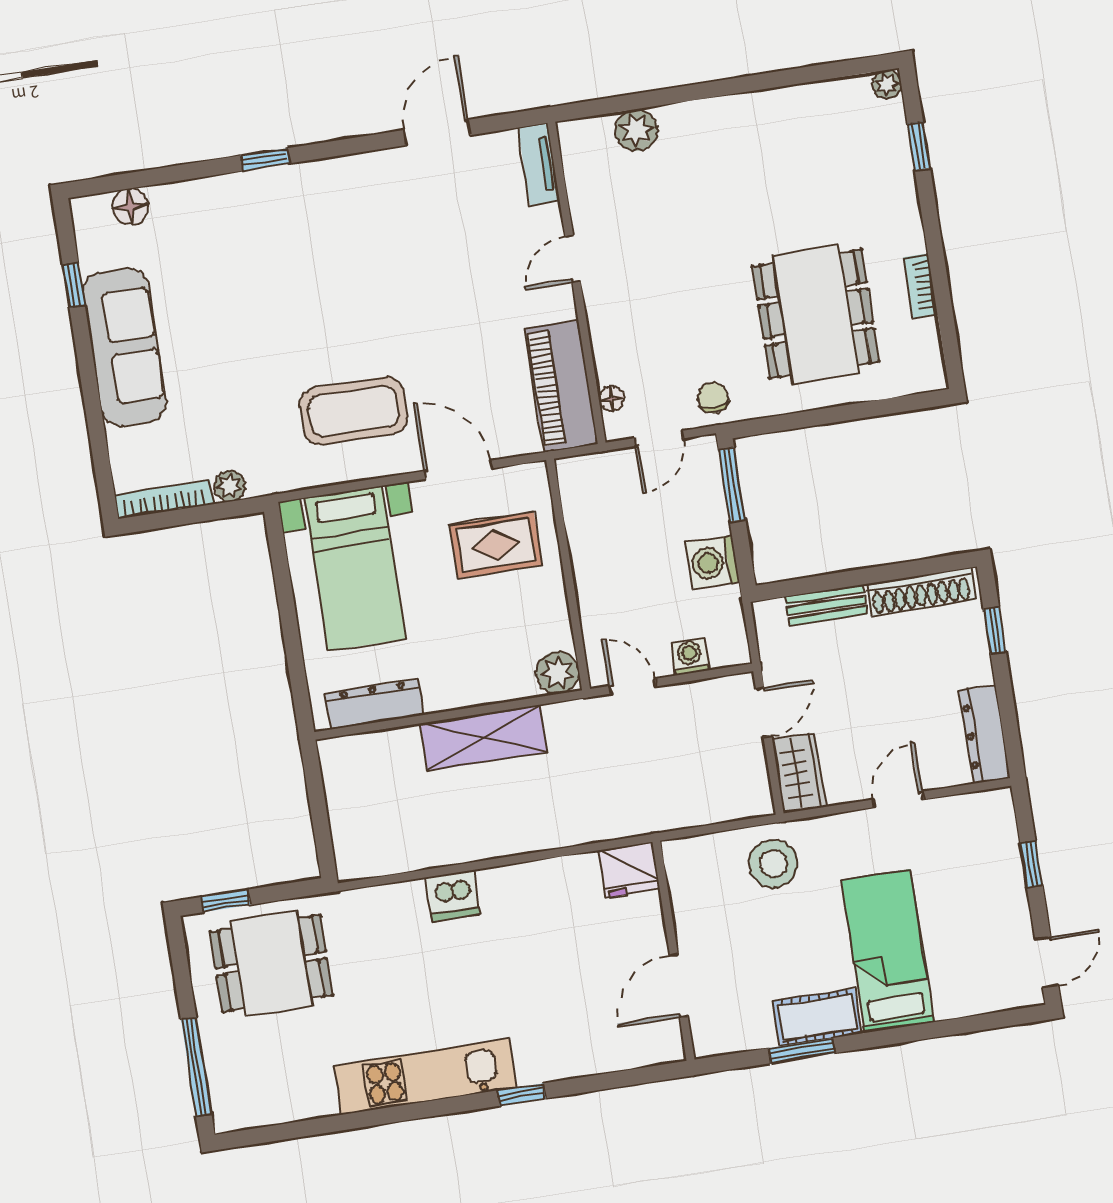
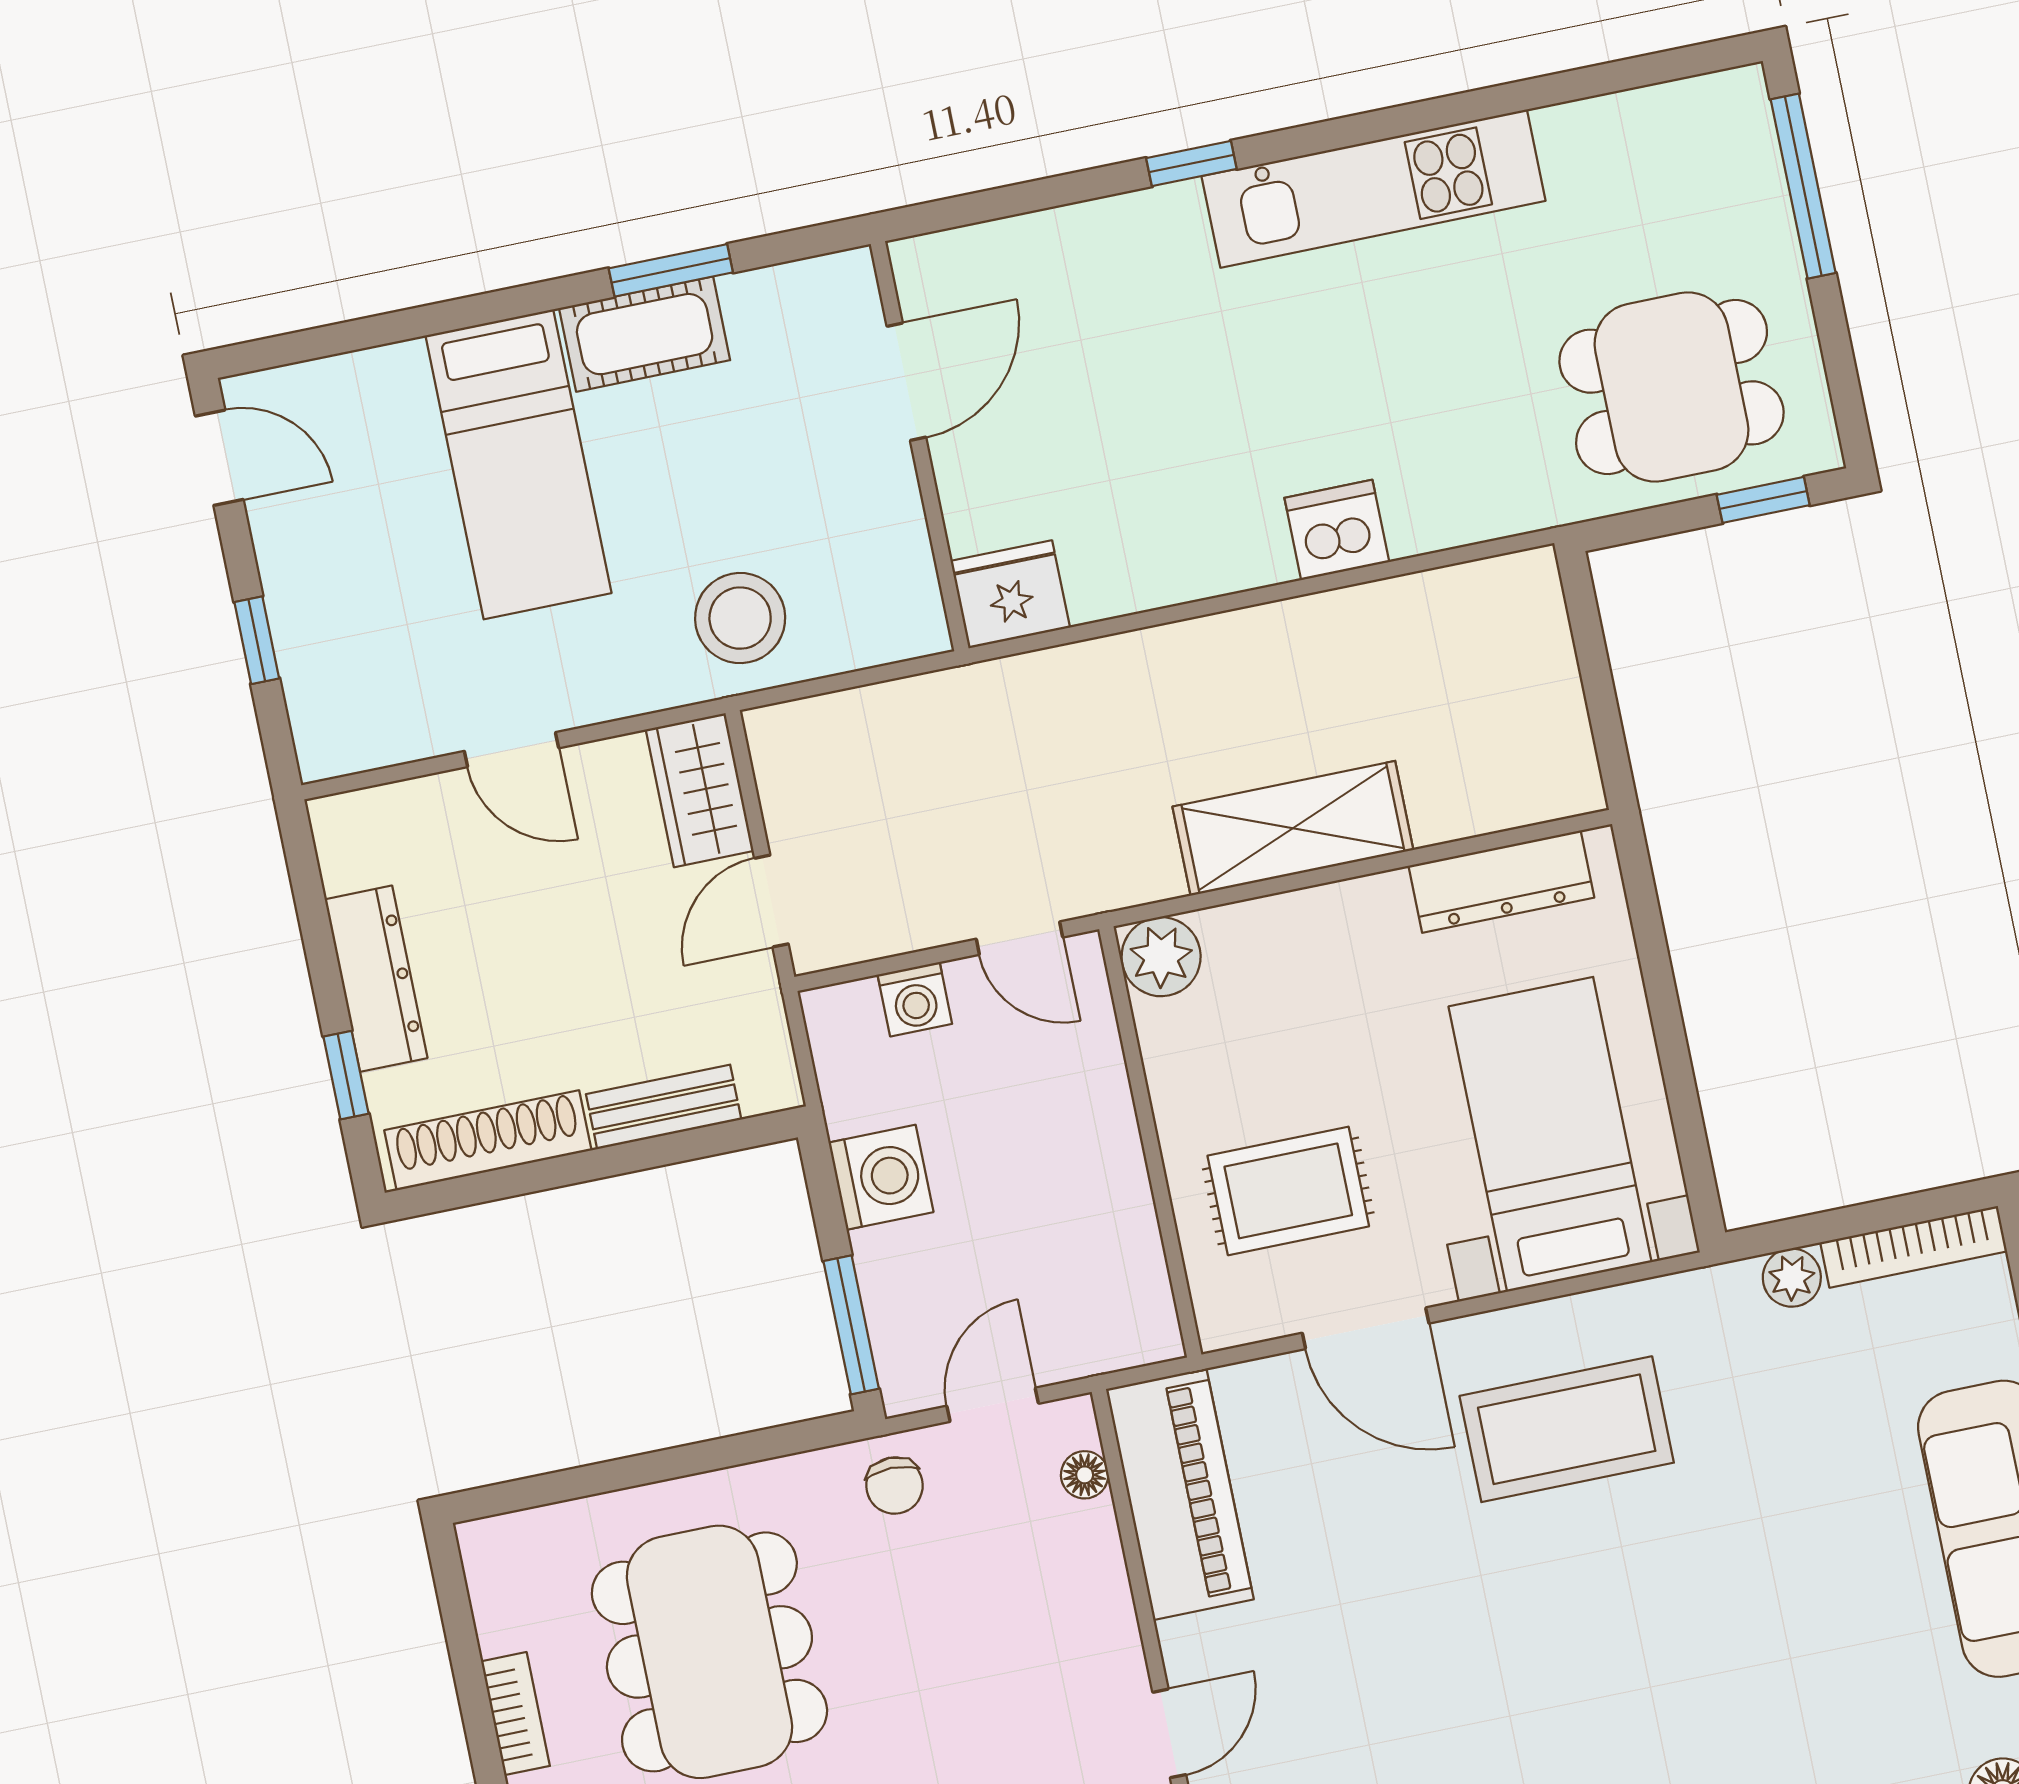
dresser: (985, 734) -> (376, 979), moved
door: (898, 799) -> (512, 750), hinge flipped
door: (1047, 962) -> (219, 458), swing flipped

